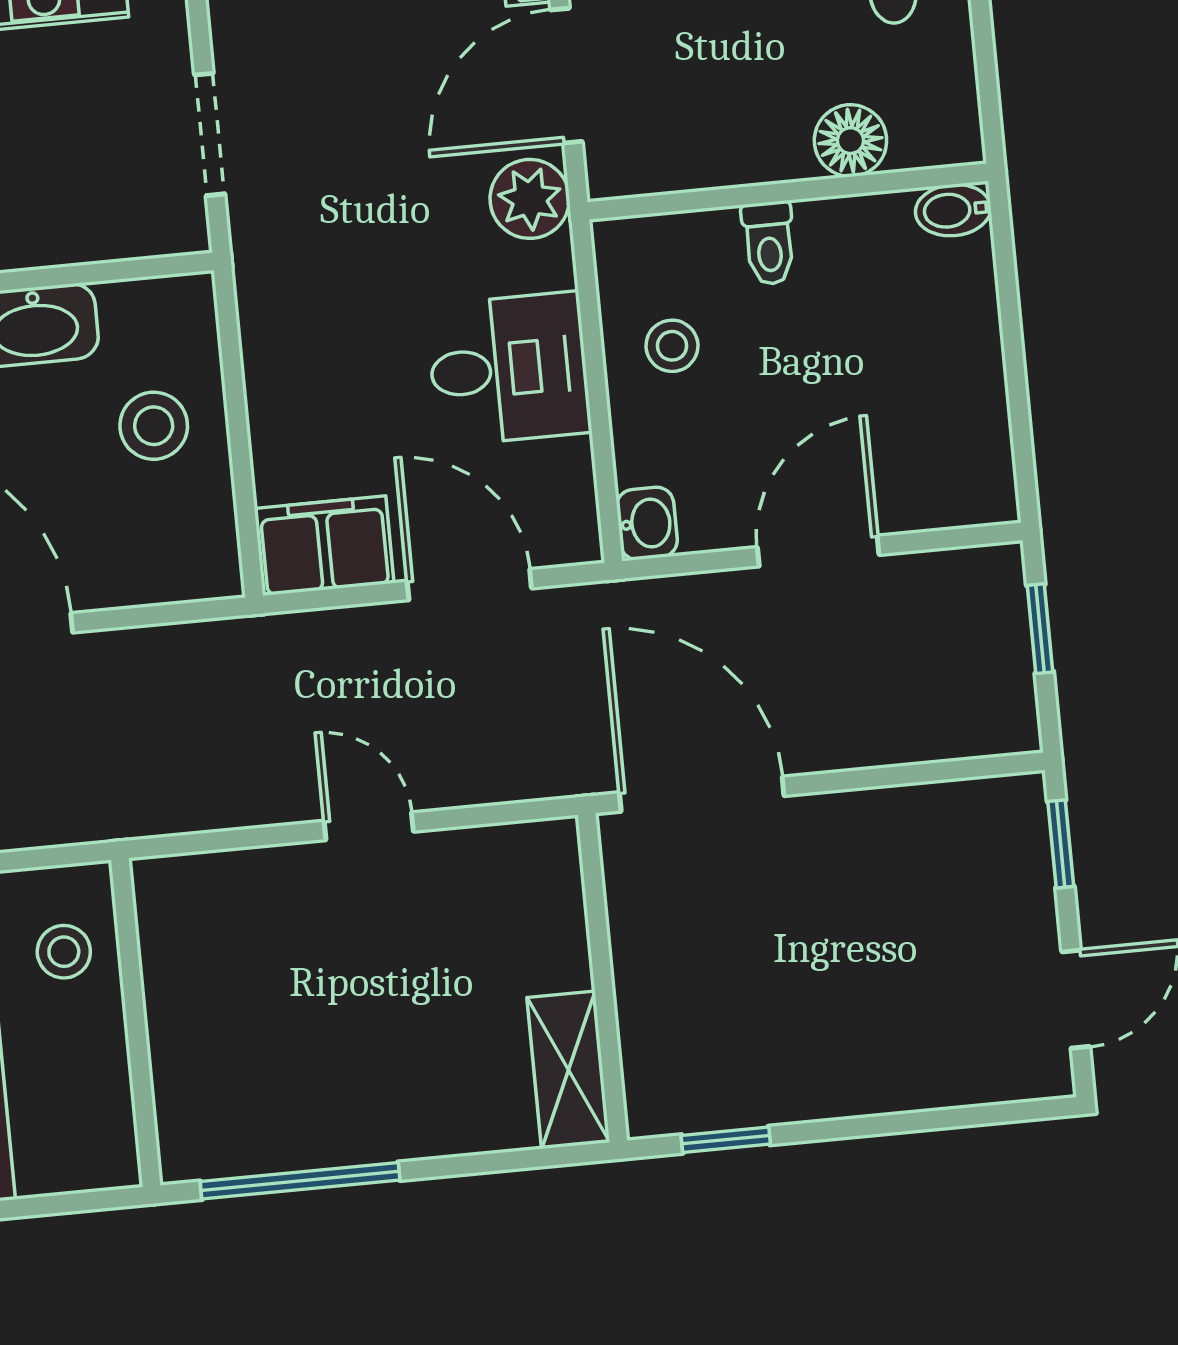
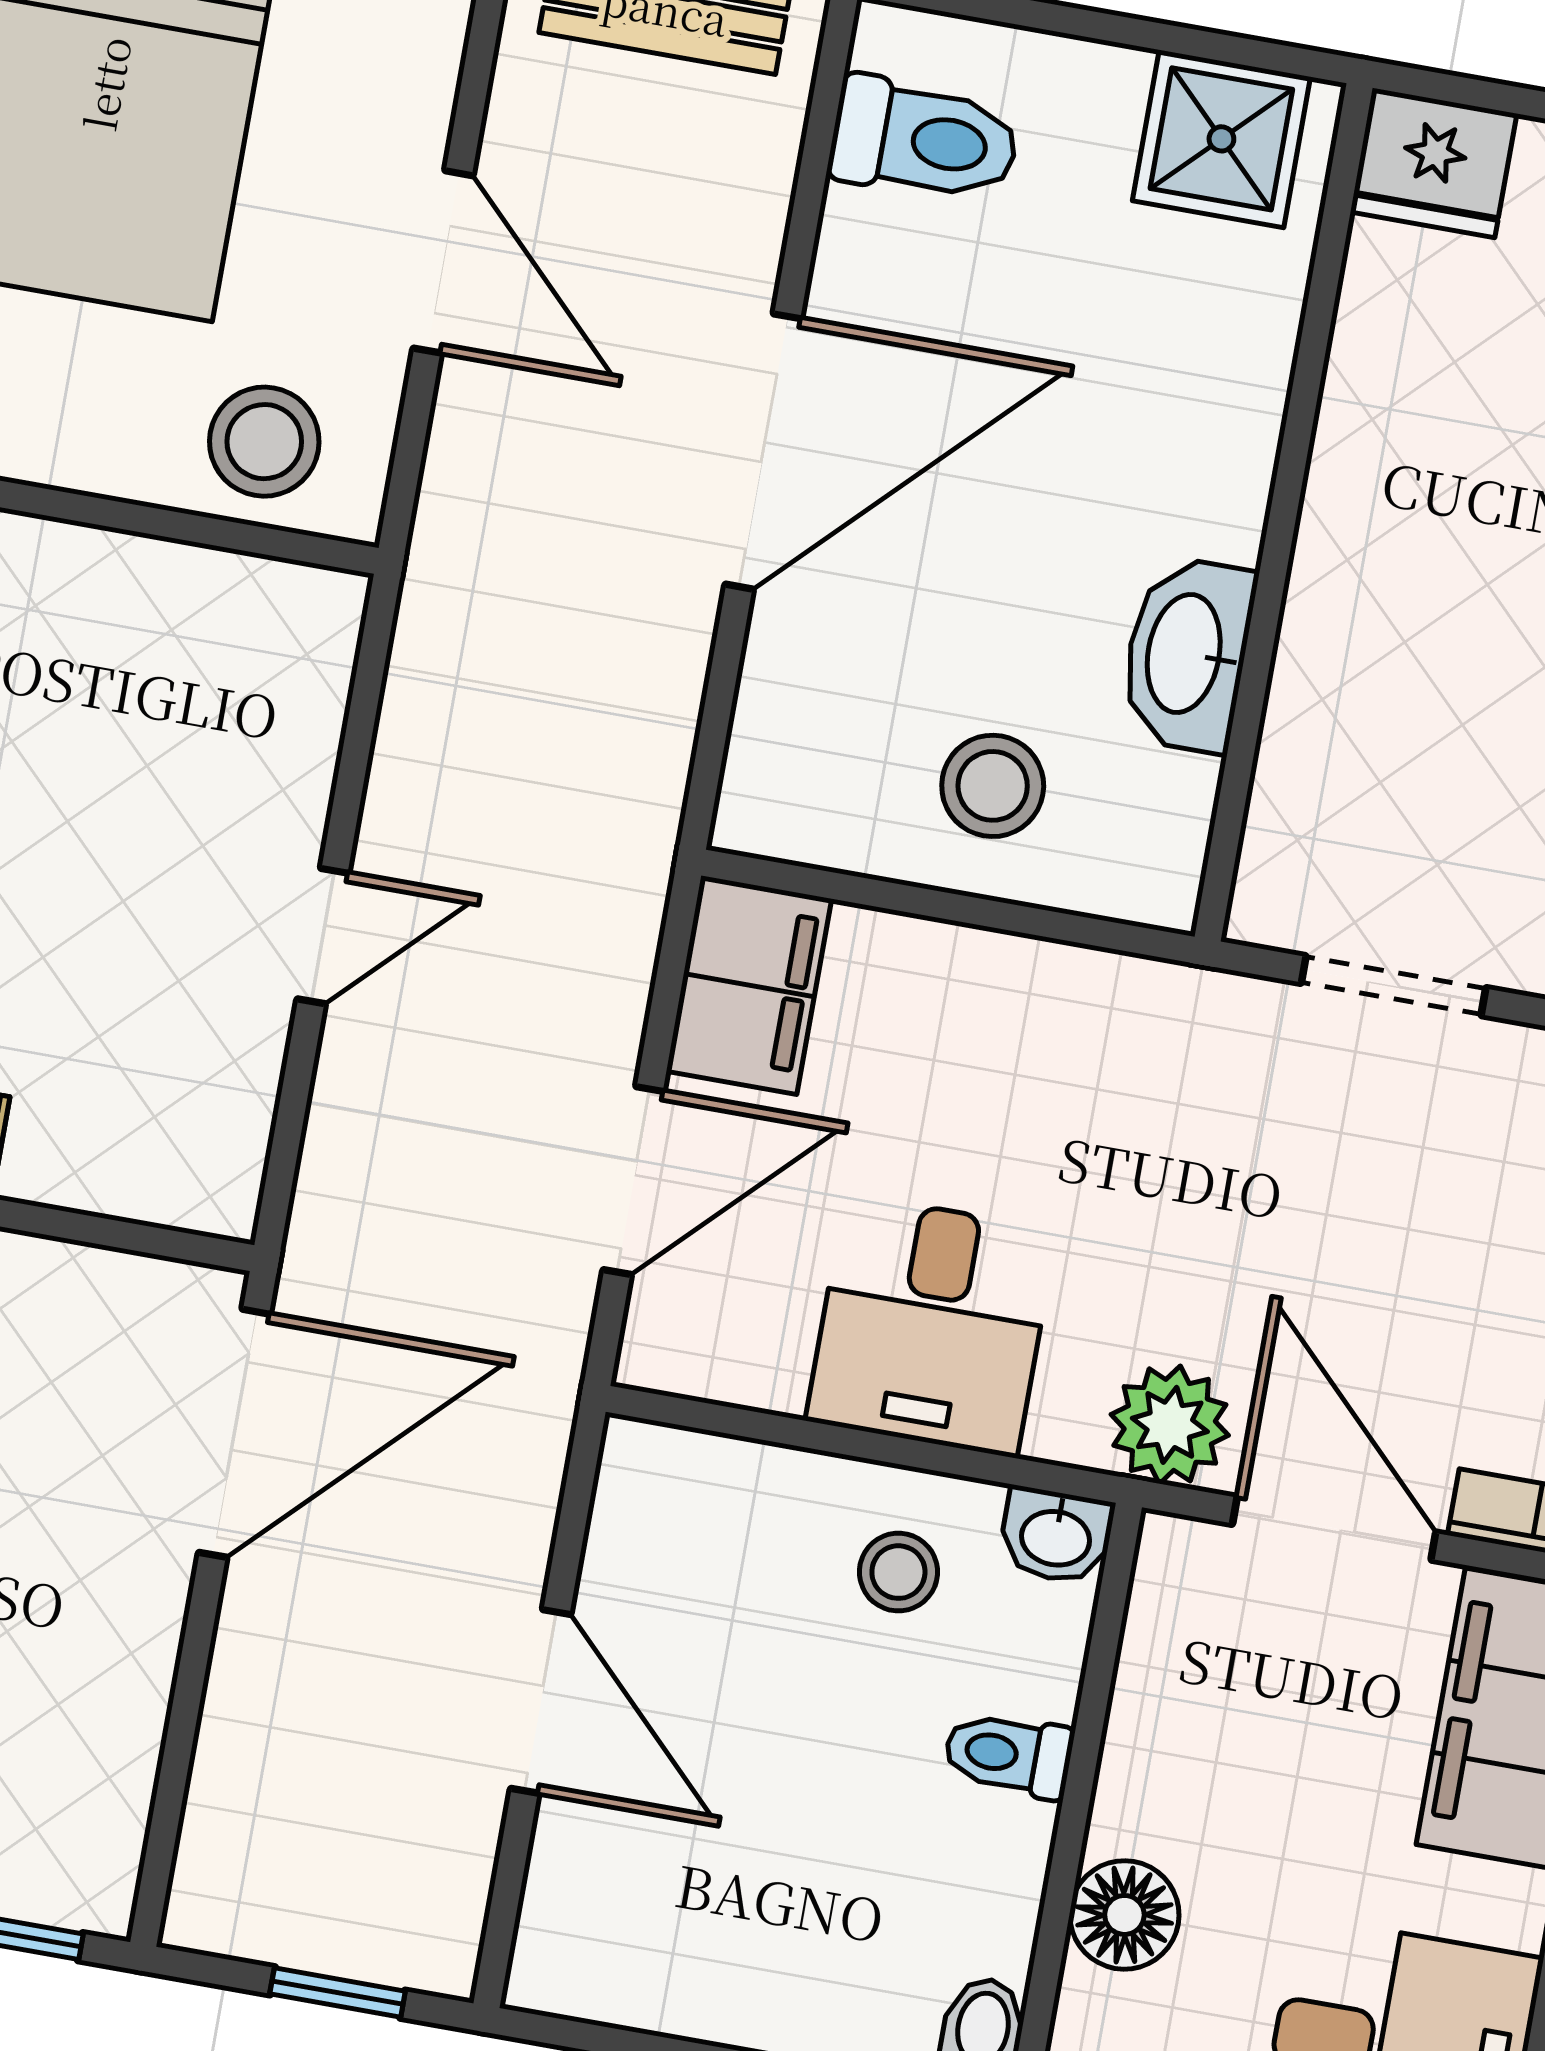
washbasin: (647, 523) -> (1056, 1536), moved
stool: (64, 952) -> (264, 442), width x1.37, depth x1.37

